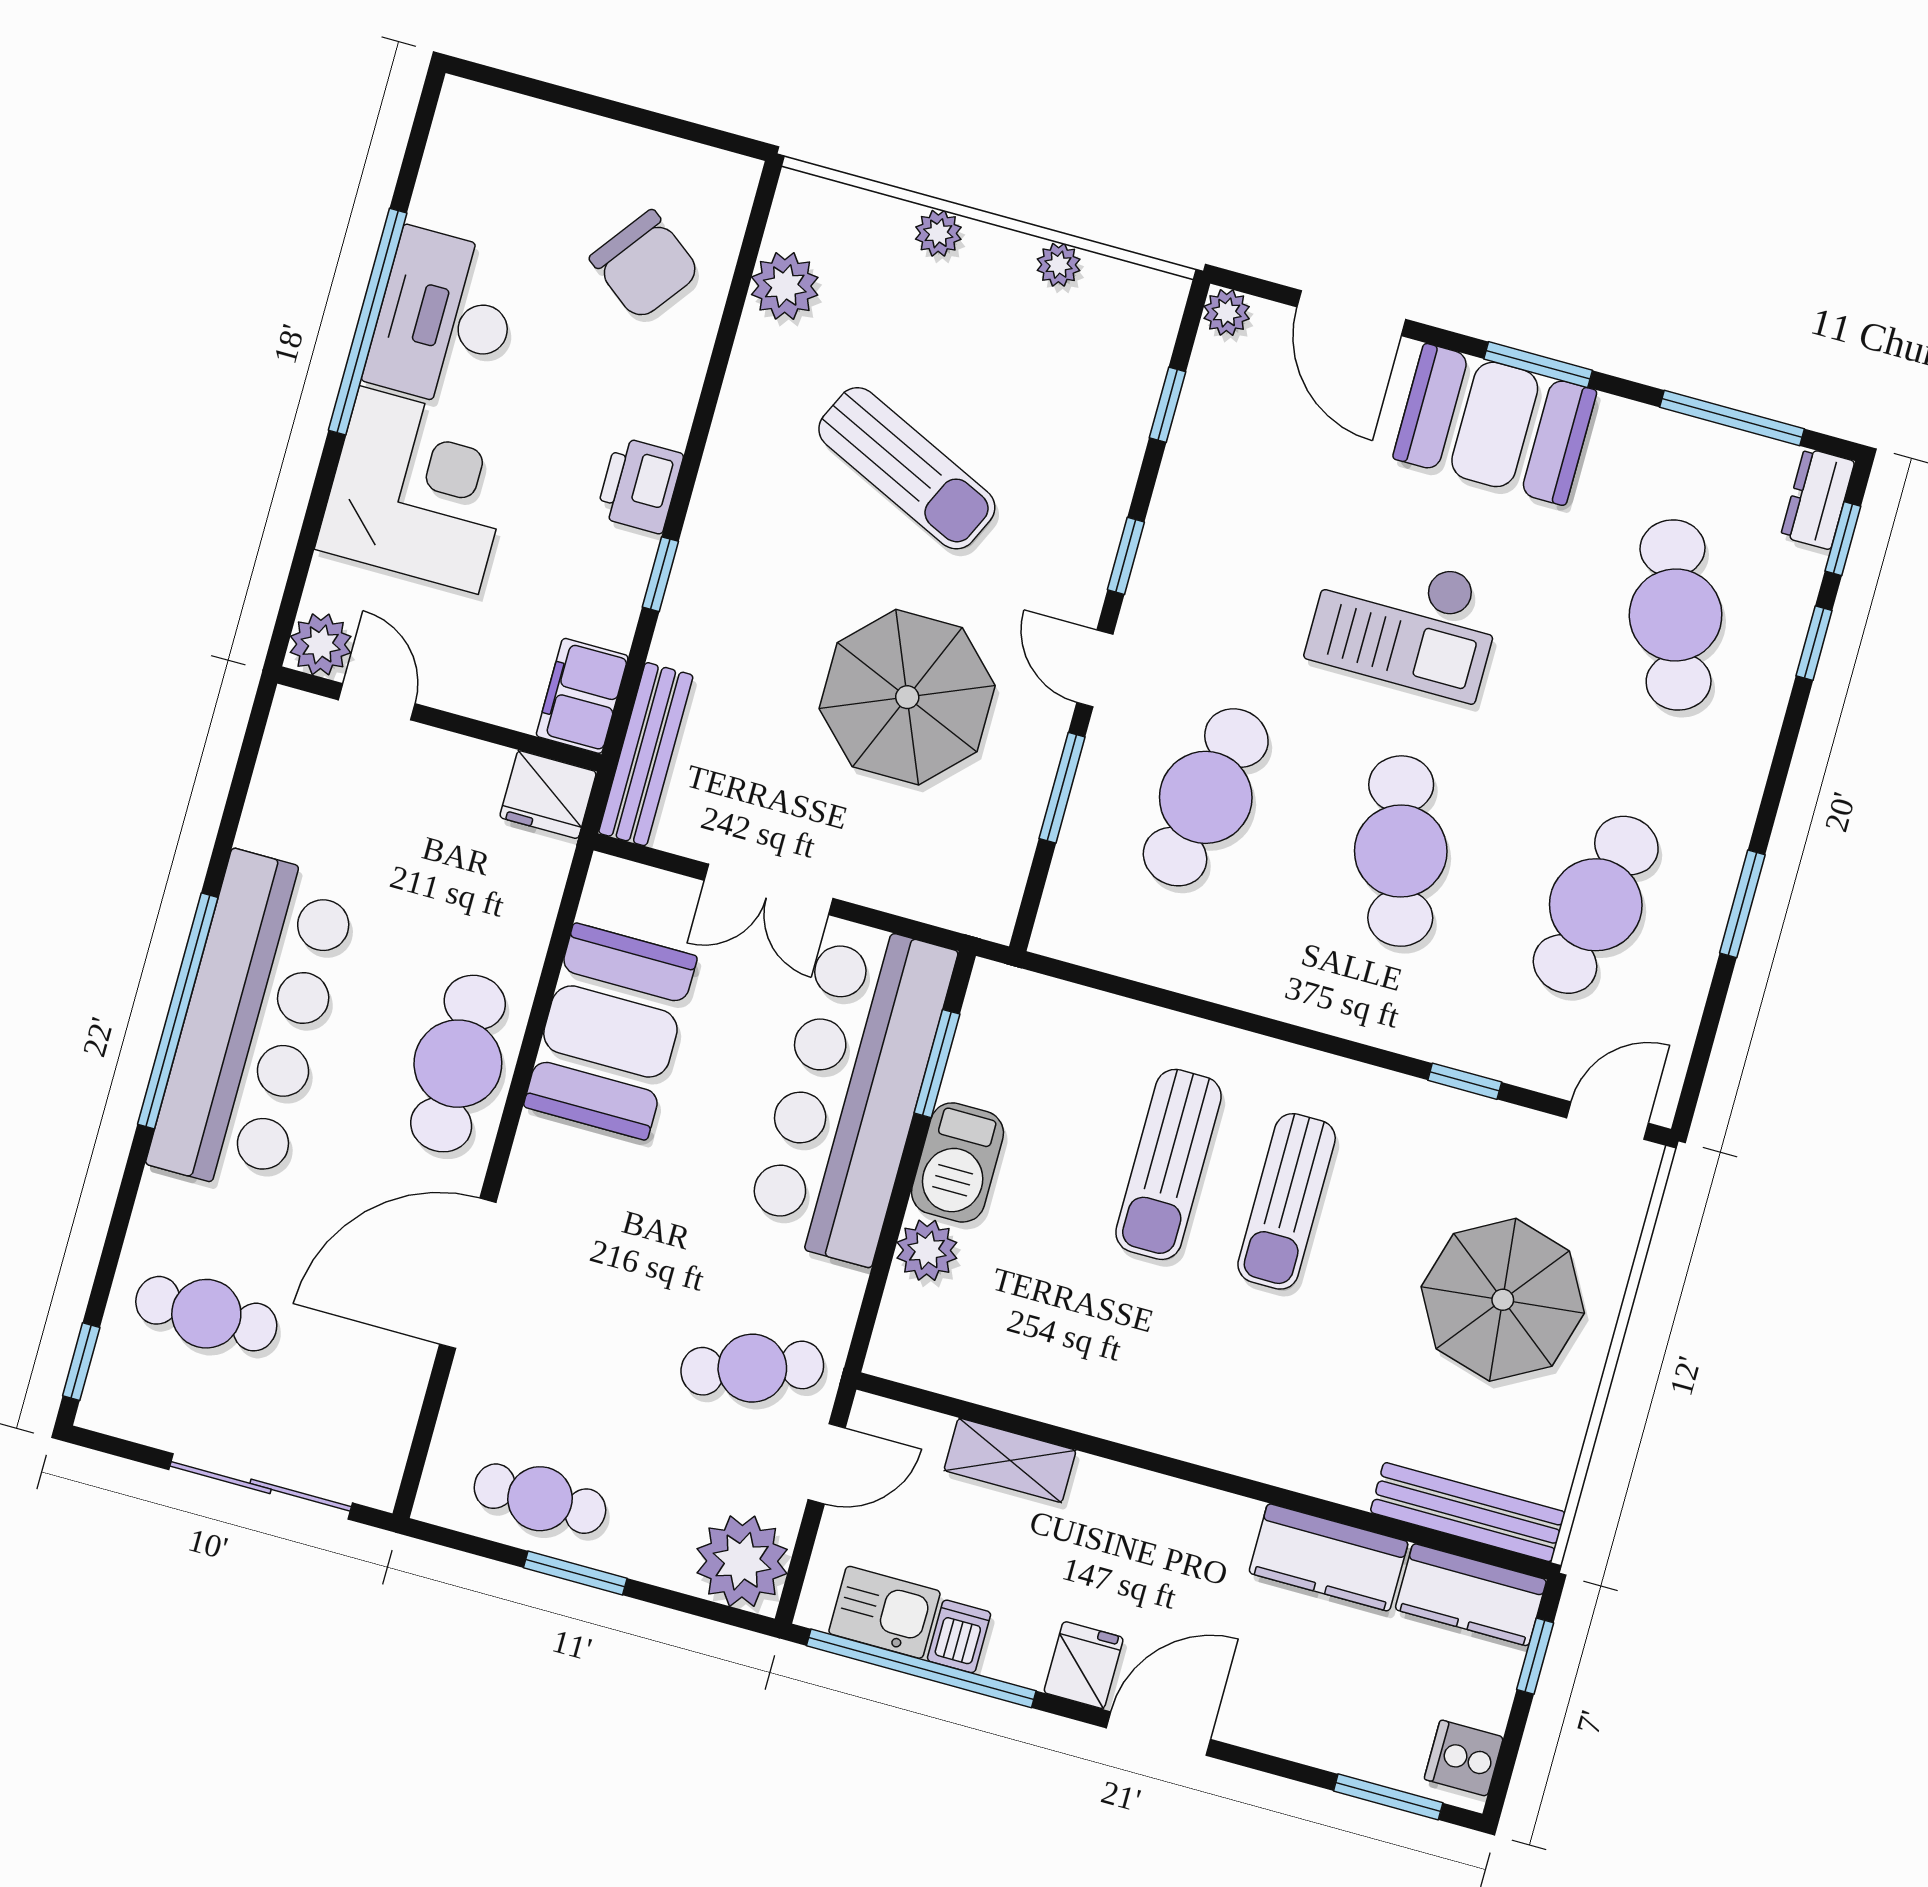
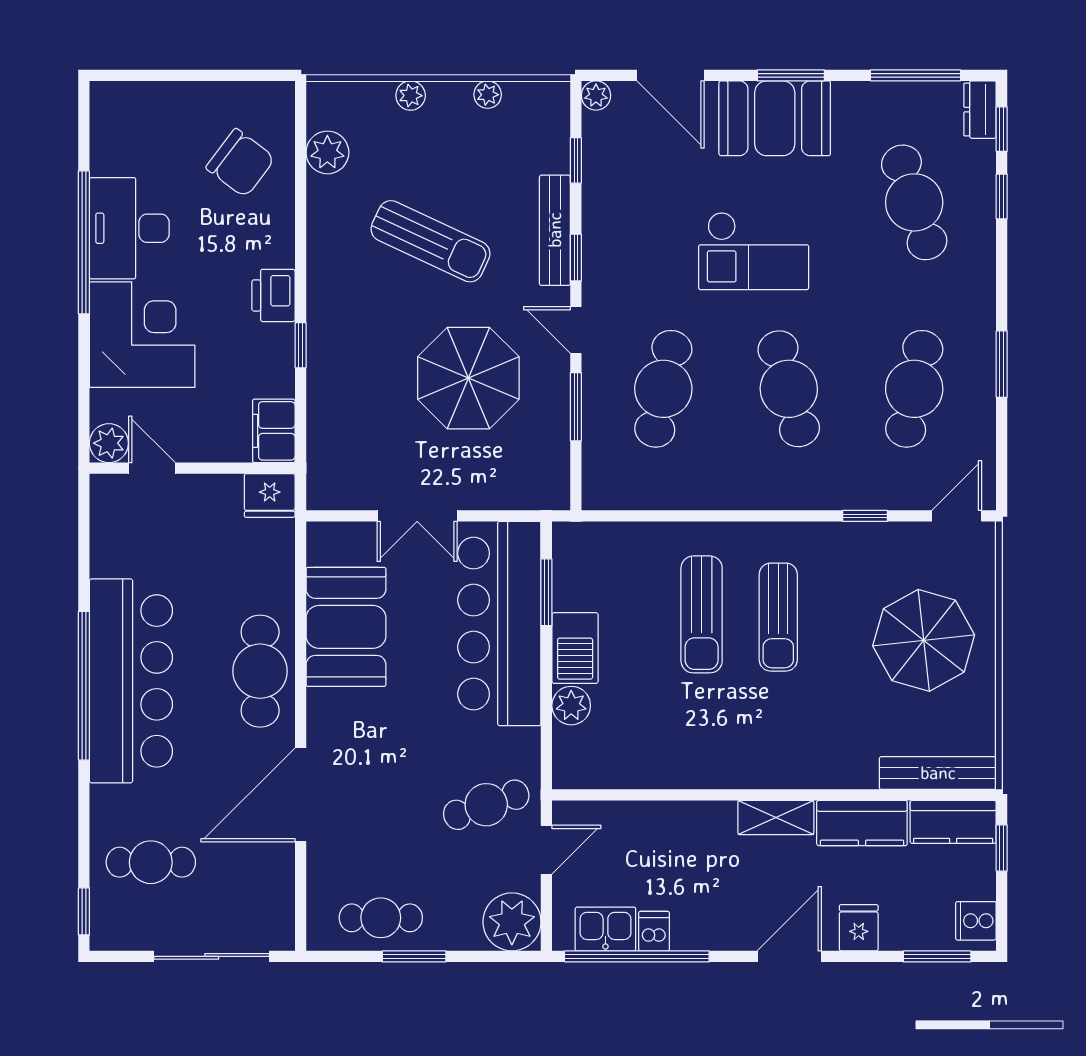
bench: (646, 754) -> (555, 230), moved
shelving: (1010, 1460) -> (776, 817), moved
fridge: (1084, 1665) -> (859, 928), moved

